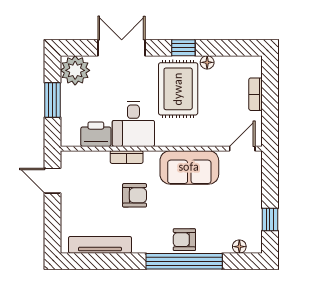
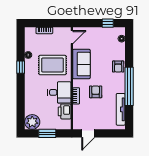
double door: (122, 48) -> (21, 98), removed
rug: (178, 89) -> (53, 65), moved
door: (242, 149) -> (72, 37), swing flipped
window: (184, 261) -> (129, 86), moved

